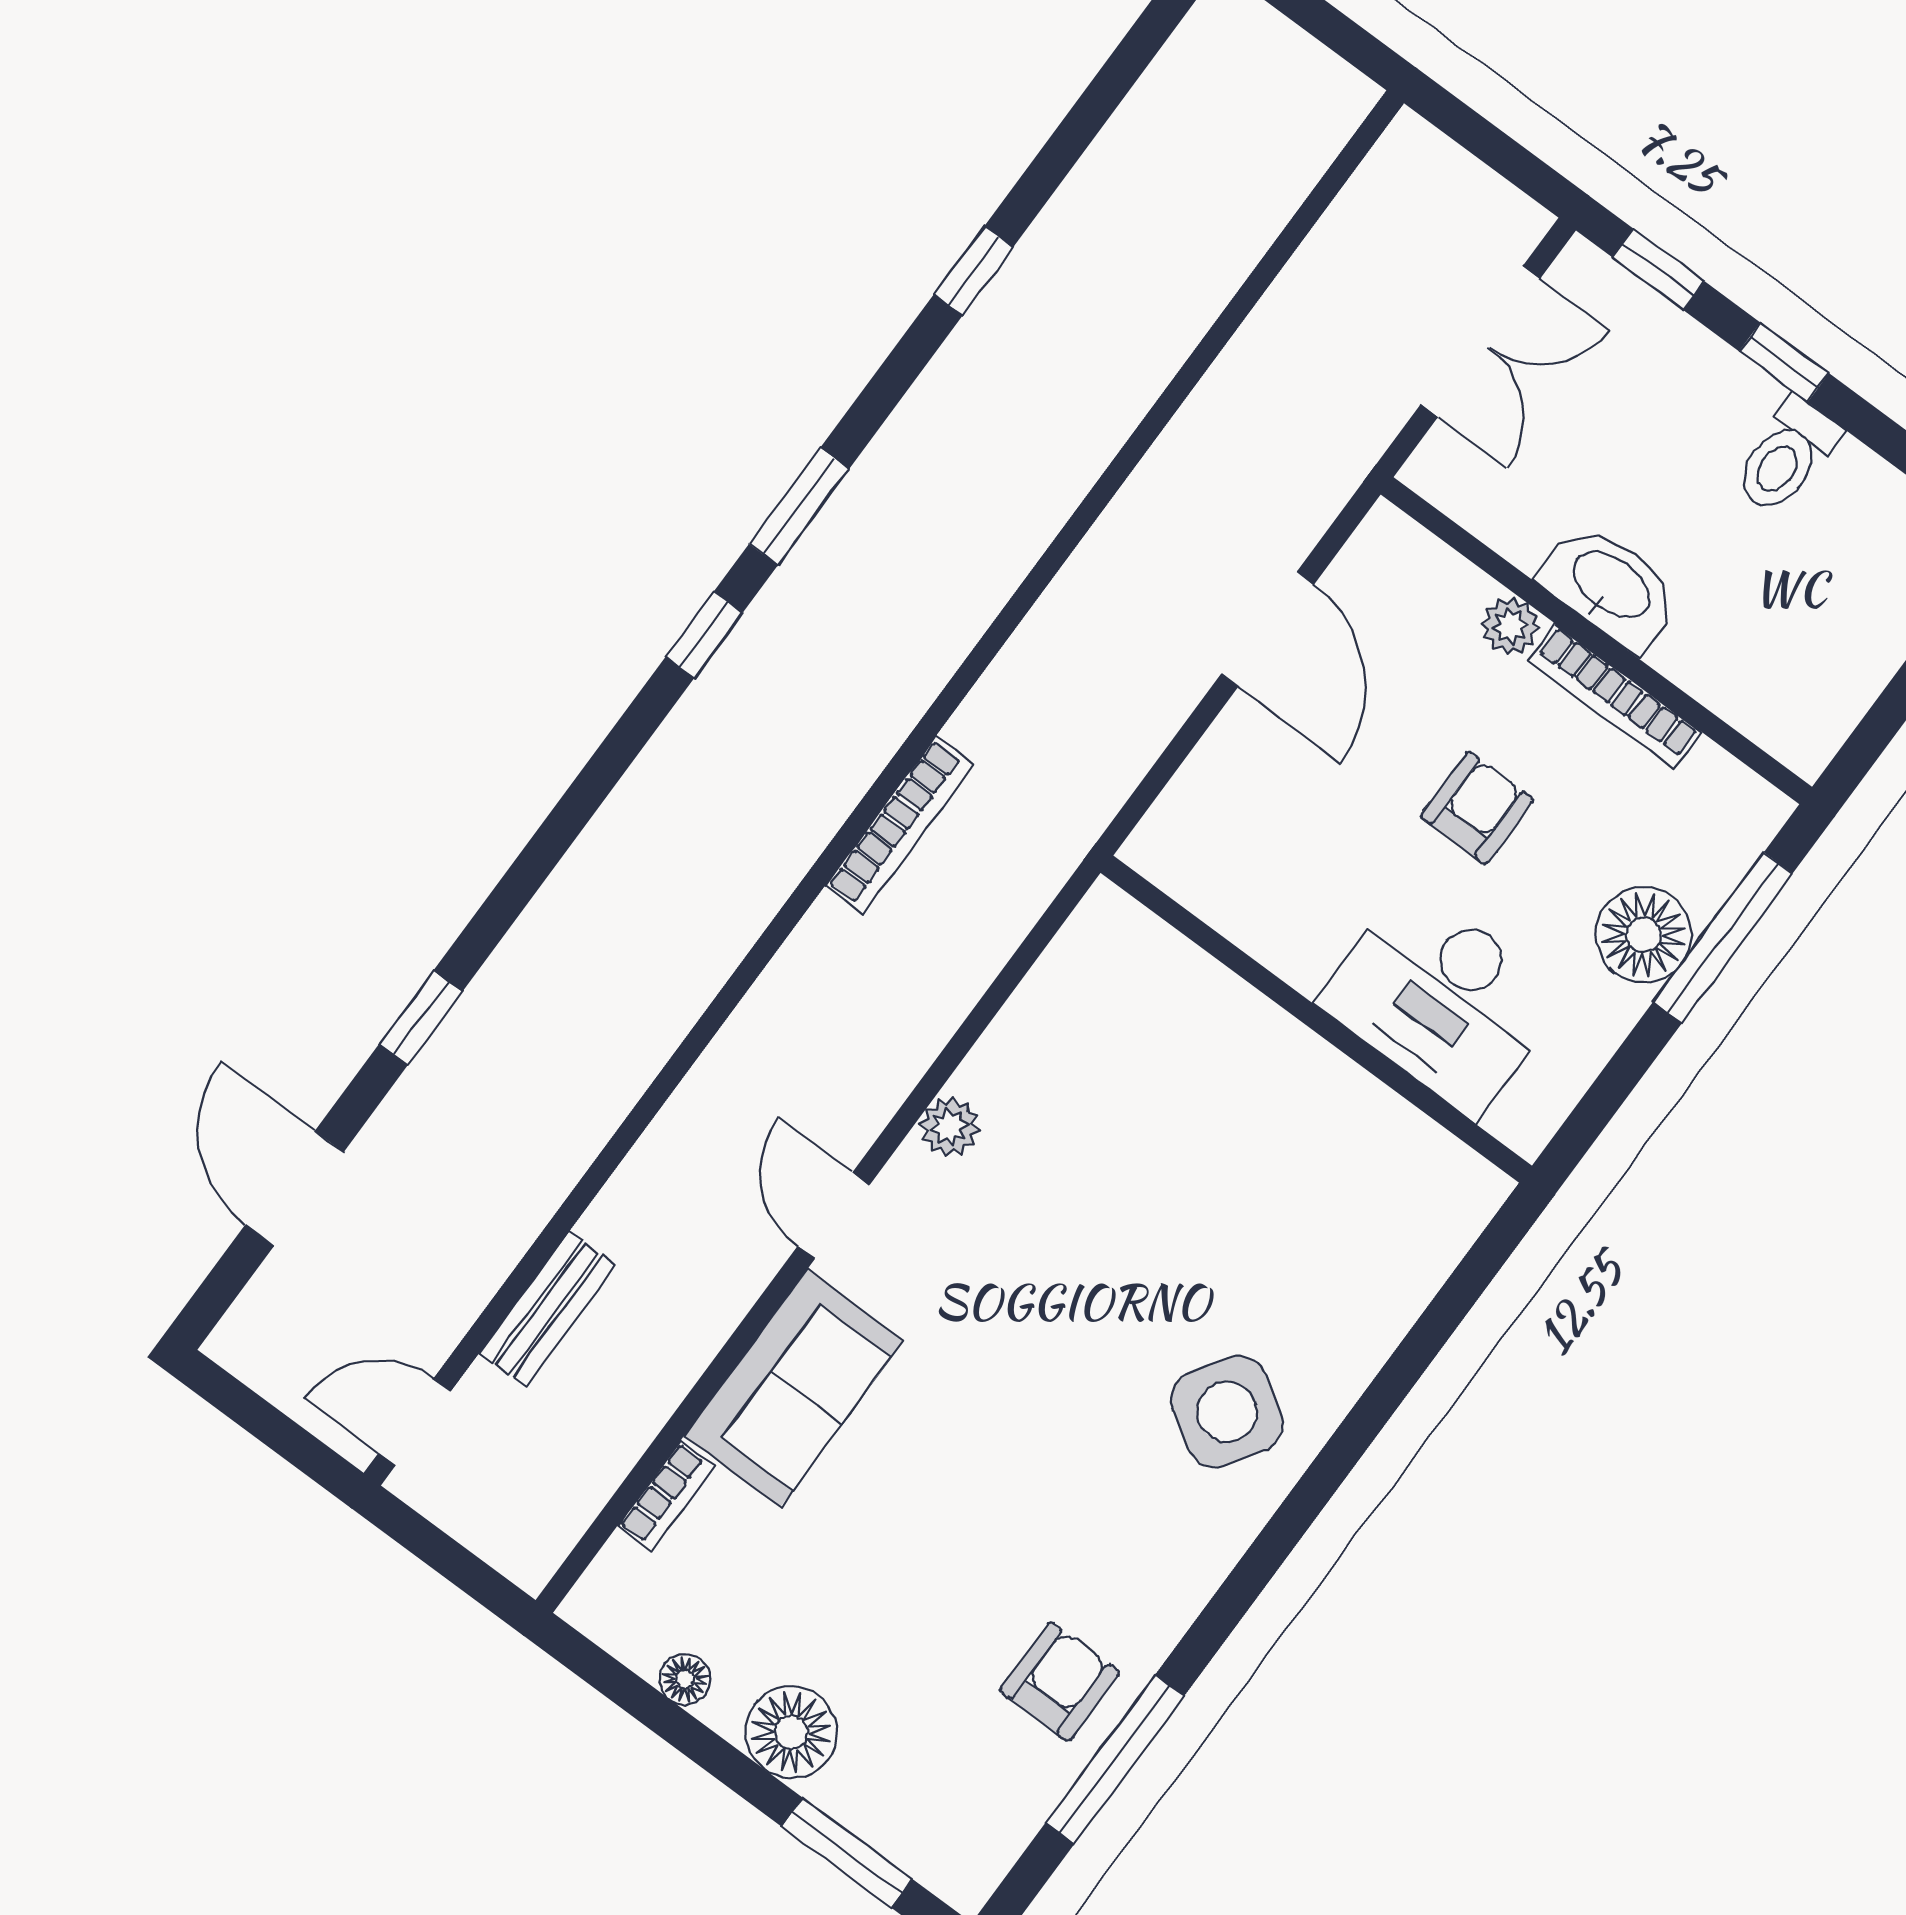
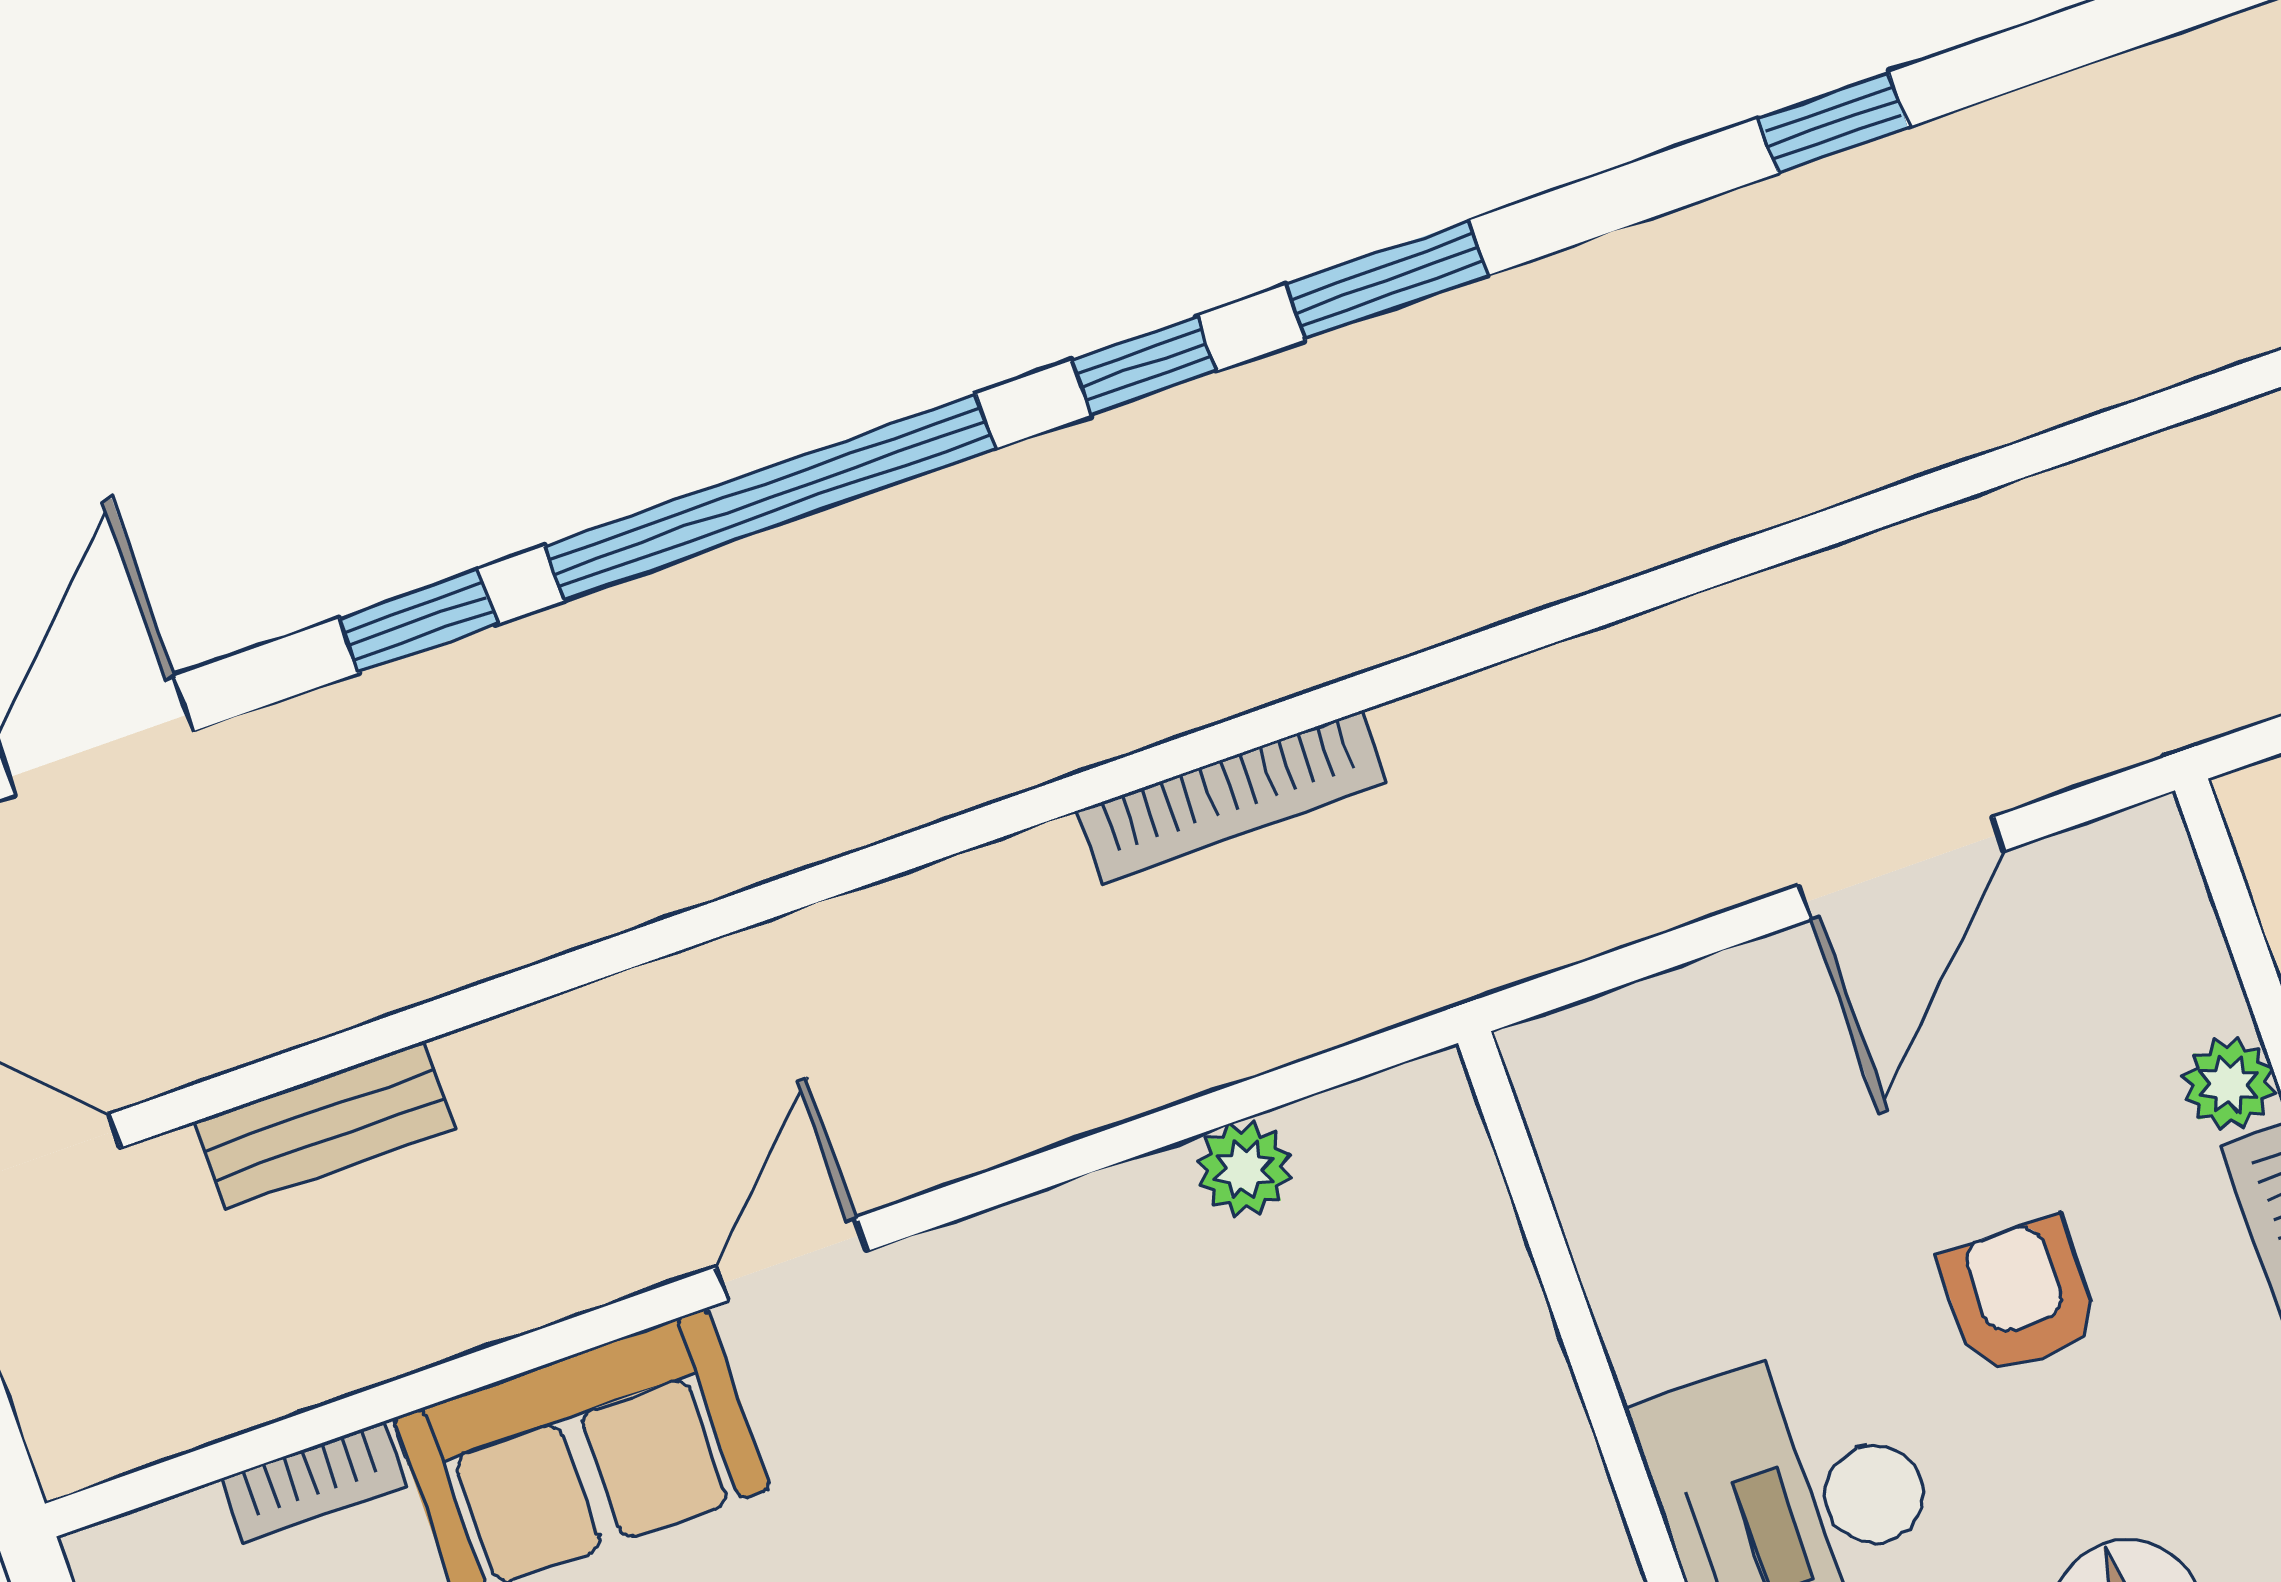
armchair: (1477, 808) -> (2020, 1297), turned -90
window: (558, 832) -> (770, 497), added
plant: (950, 1127) -> (1244, 1169), moved

